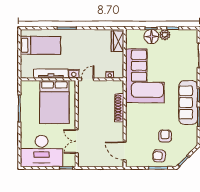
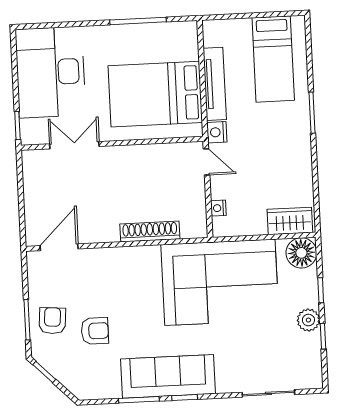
floor lamp: (151, 36) -> (301, 253), moved

